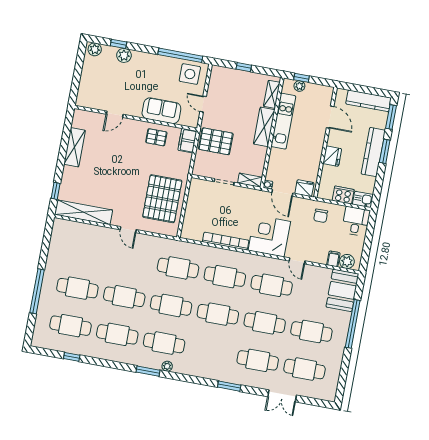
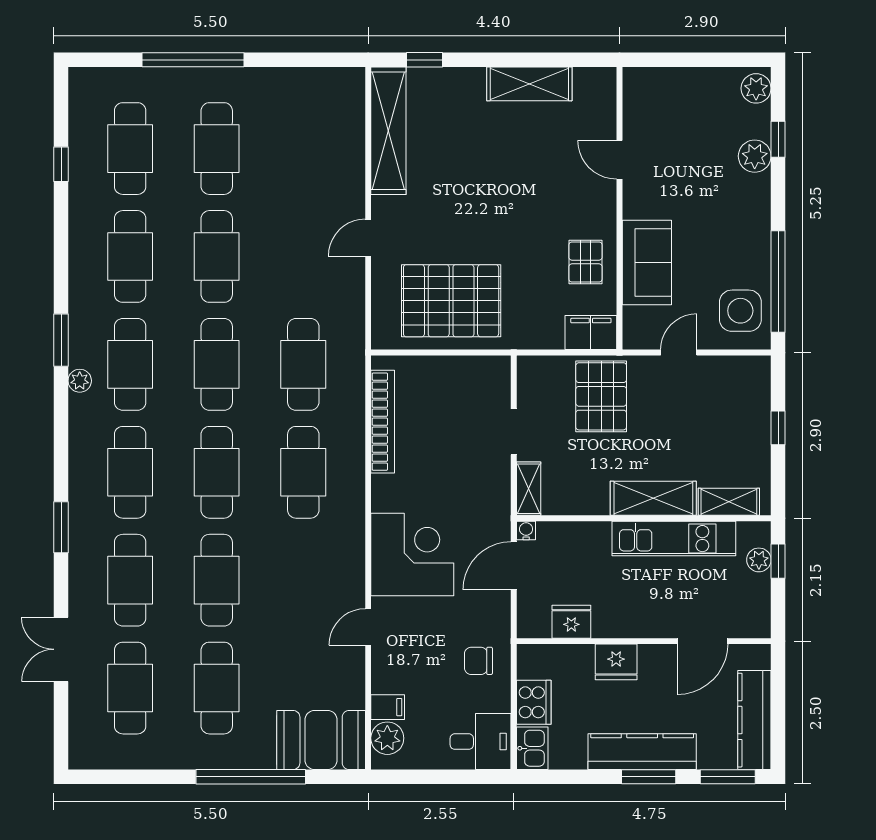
fridge: (304, 188) -> (571, 622), moved, turned -90
bookcase: (226, 241) -> (383, 422), moved
cafe table: (272, 285) -> (130, 472), moved

